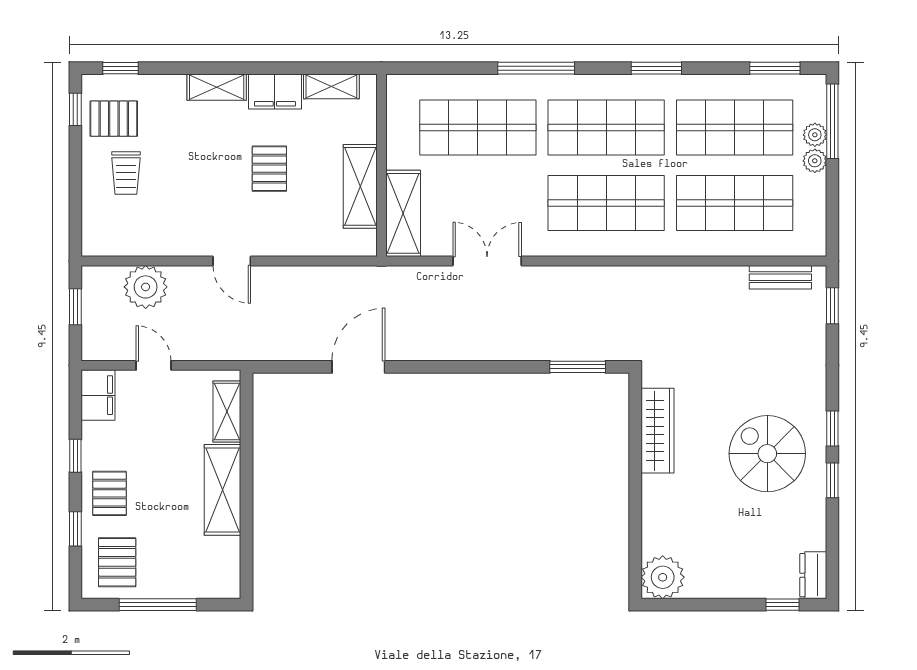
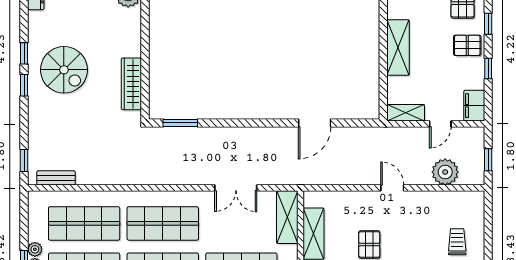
door: (154, 365) -> (440, 124), hinge flipped
shelving: (227, 412) -> (406, 113), moved, turned 90
pallet: (110, 493) -> (467, 45), turned 90

